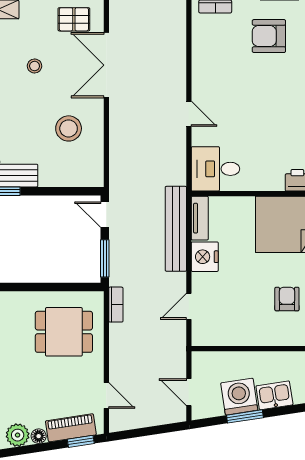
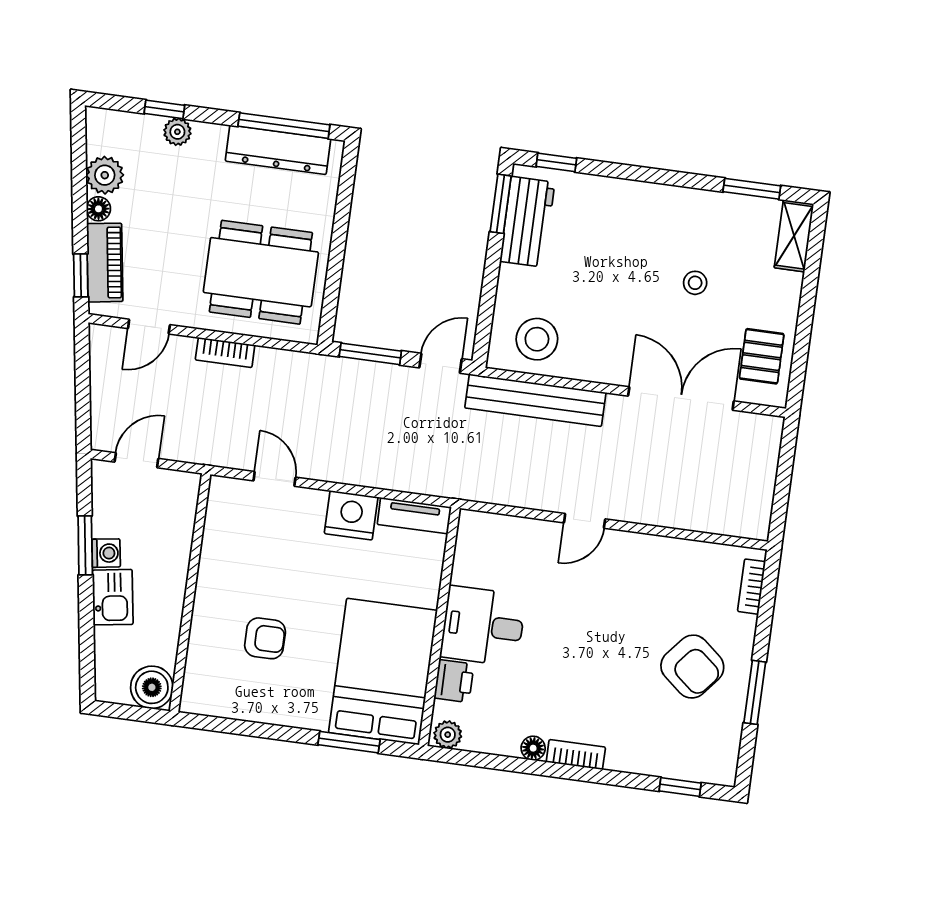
armchair: (269, 36) -> (692, 667), turned 130
stool: (69, 128) -> (537, 339), moved
desk: (215, 169) -> (483, 626), moved, turned -90
bench: (176, 229) -> (535, 400), moved
bookcase: (116, 305) -> (225, 352), moved
dining table: (64, 332) -> (261, 272), width x1.38
washing machine: (239, 397) -> (106, 553), width x0.53, depth x0.53

